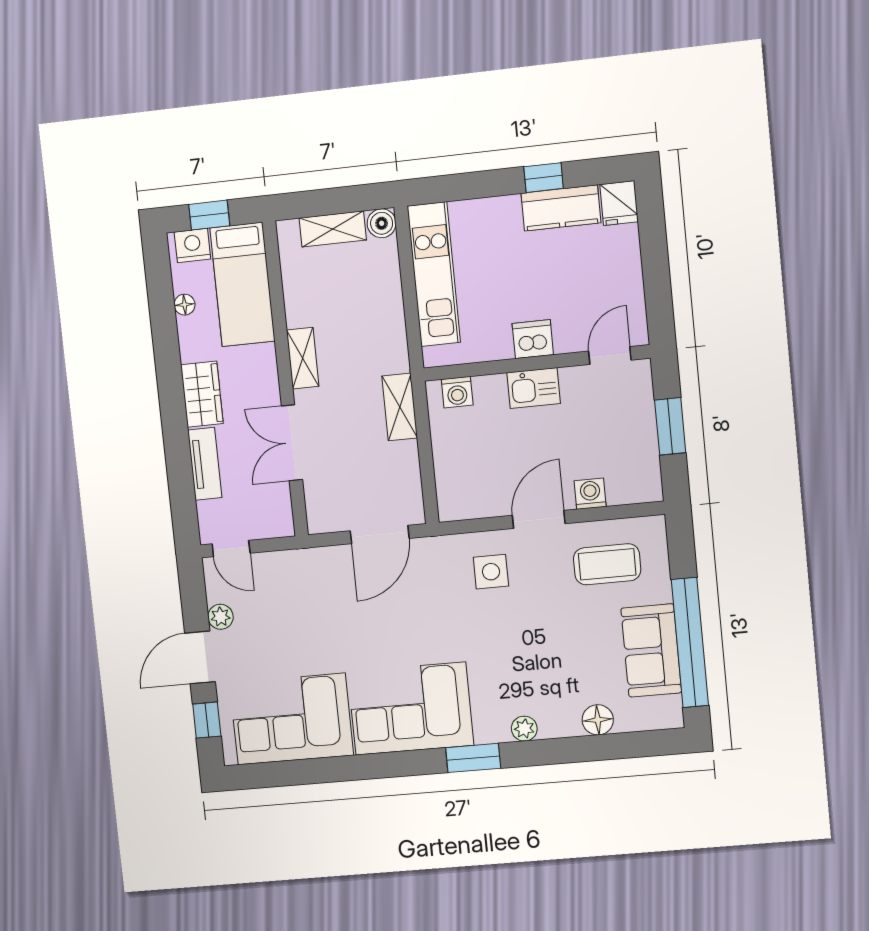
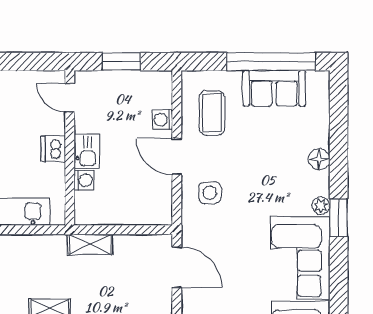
washing machine: (457, 392) -> (84, 180), moved
floor lamp: (598, 720) -> (319, 159), moved
plant: (524, 729) -> (321, 206), moved

